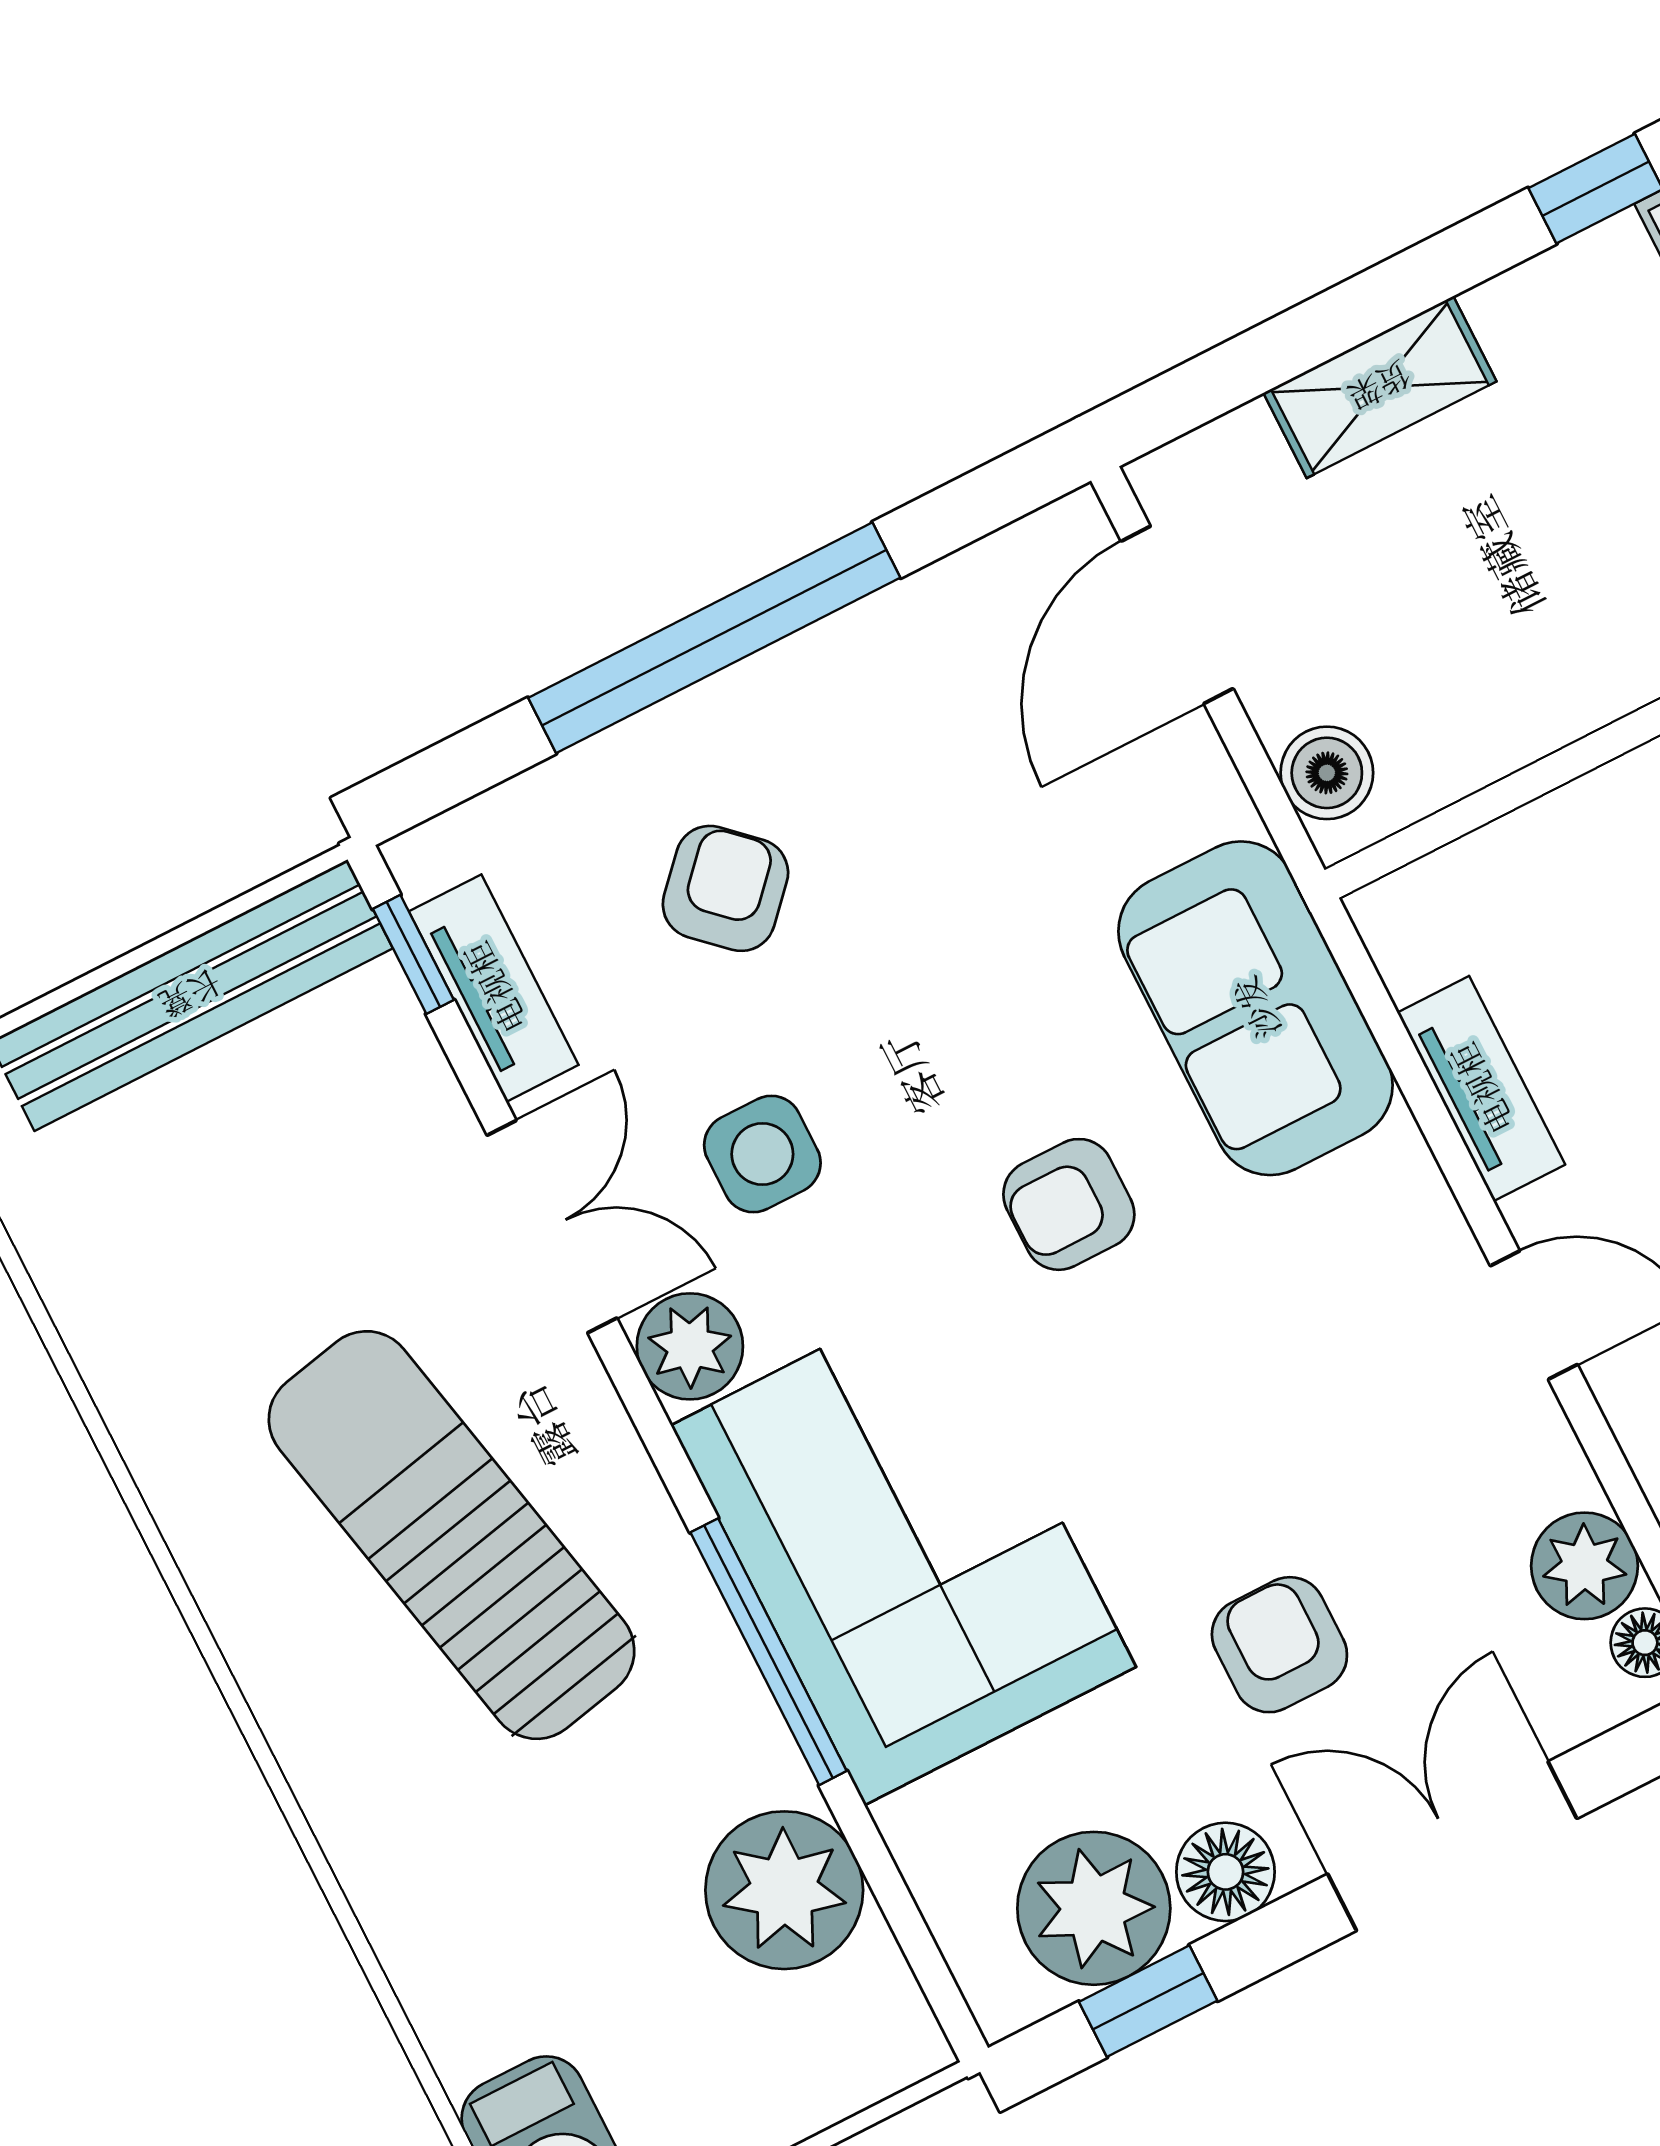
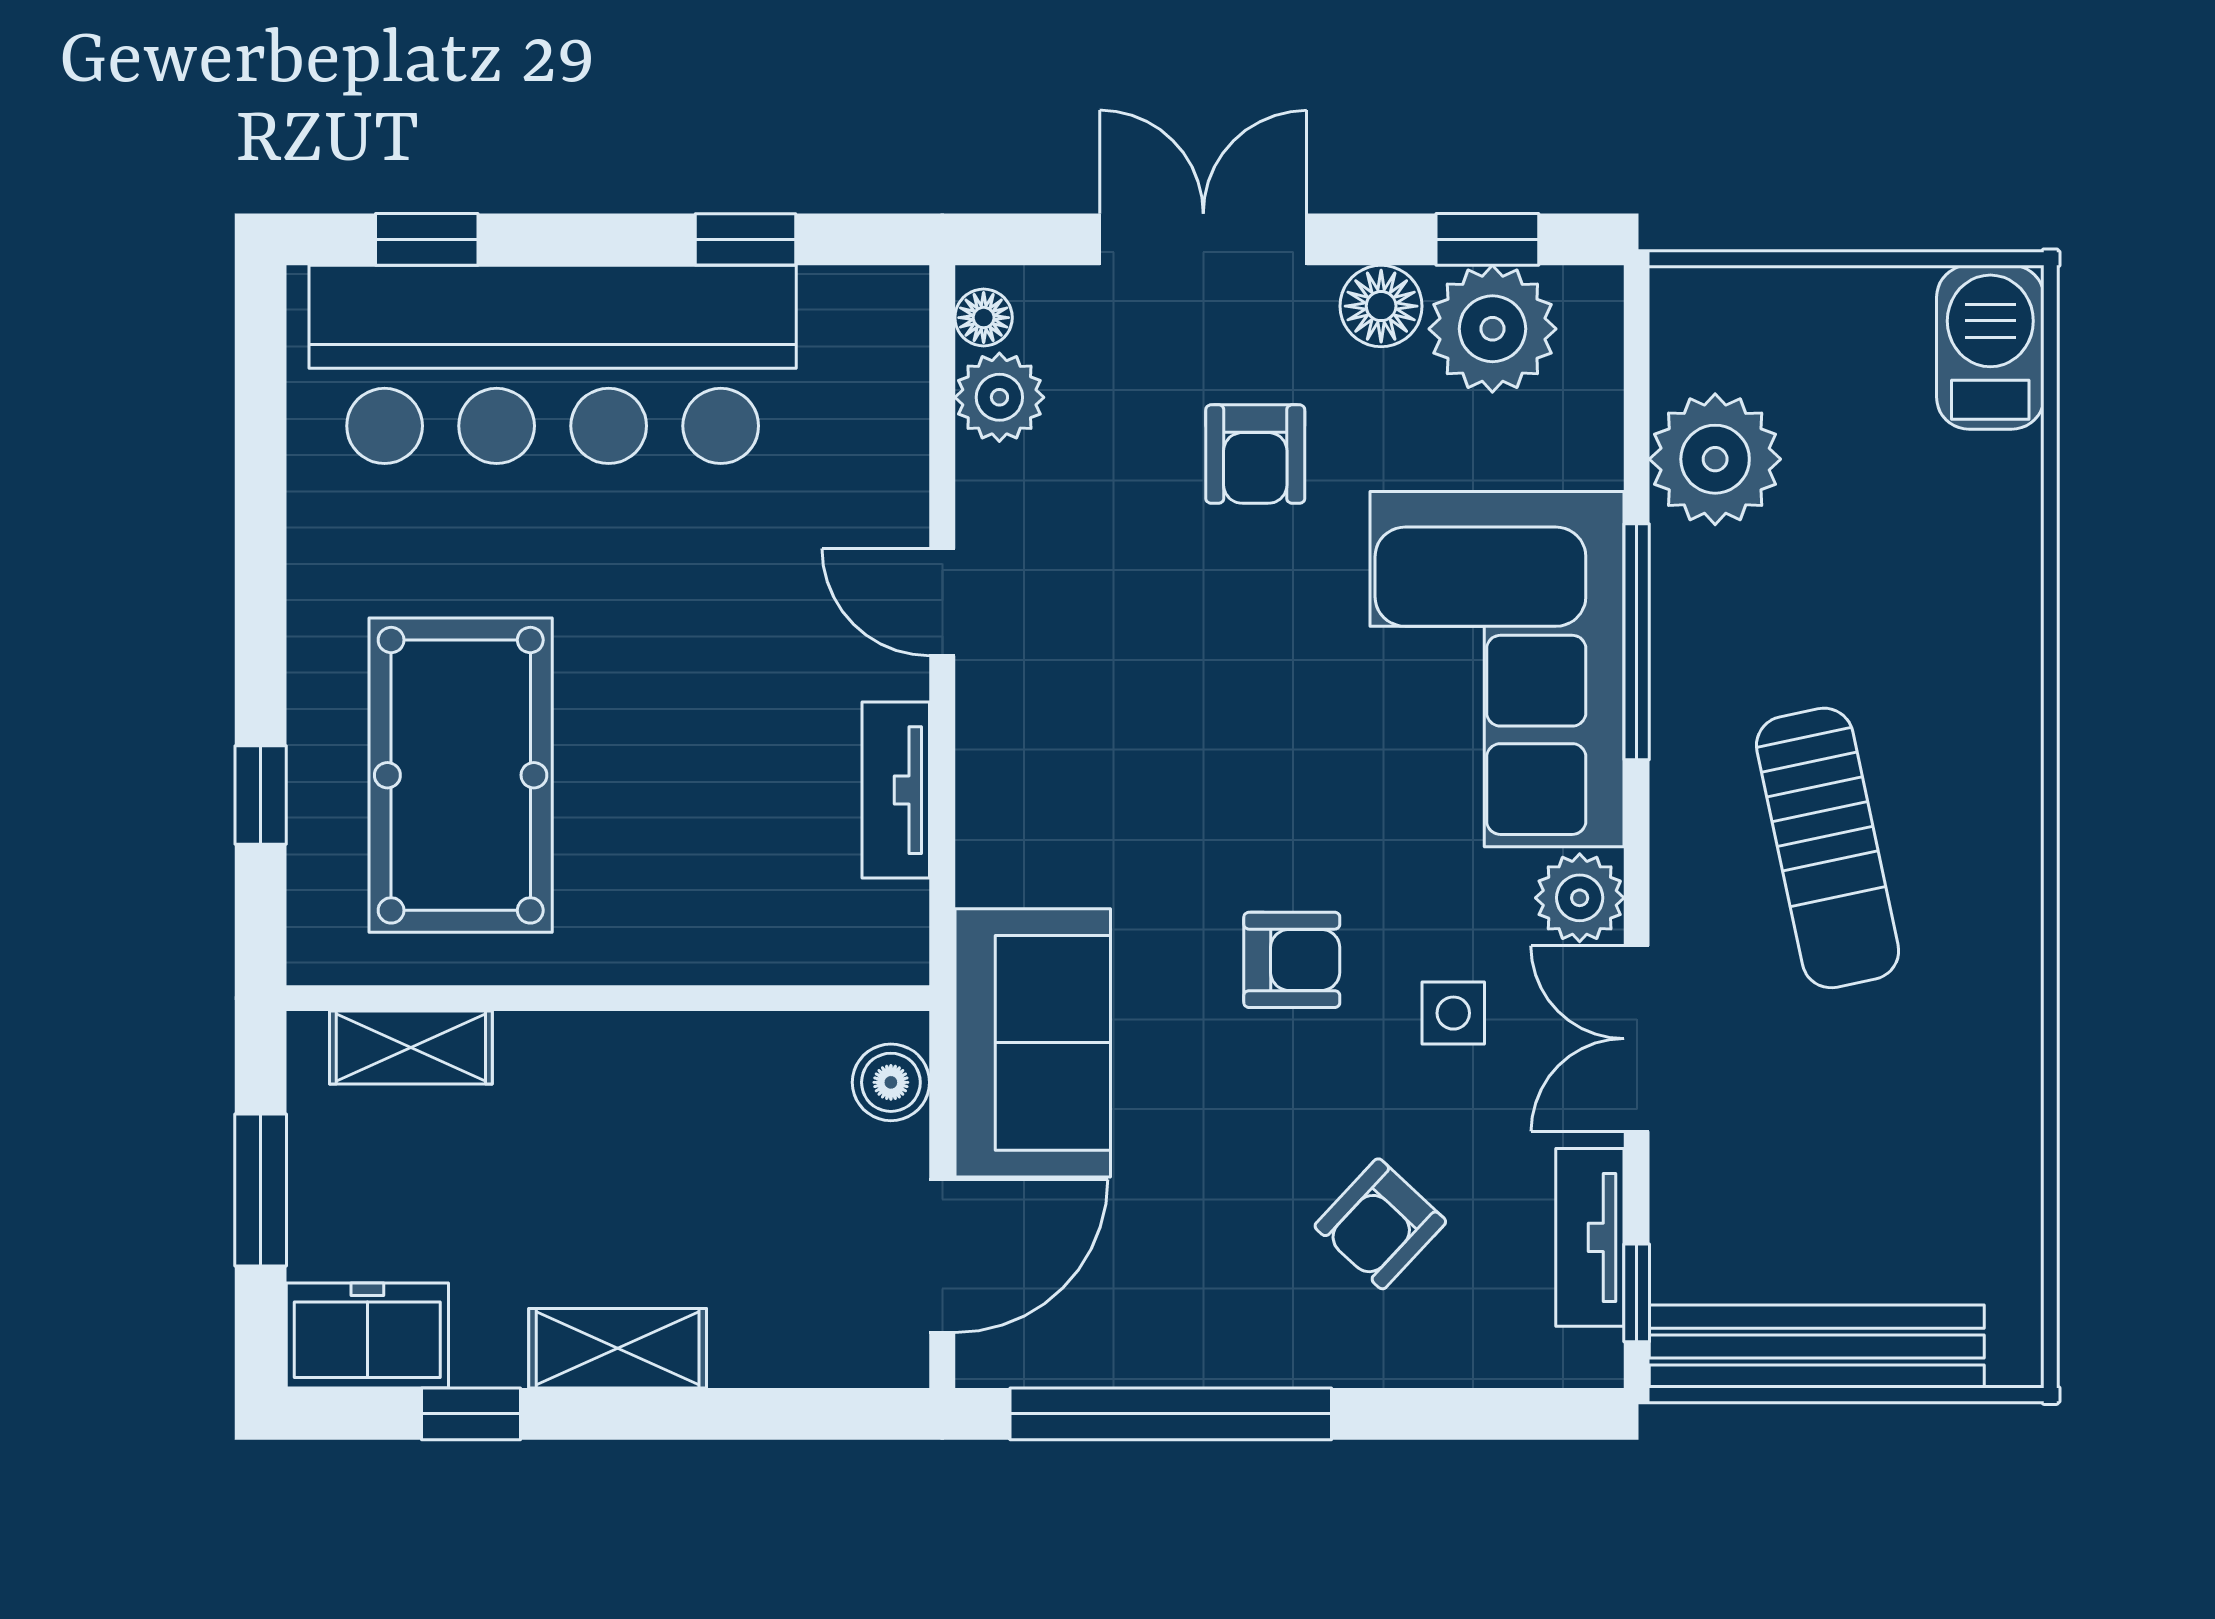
shelving: (1380, 387) -> (618, 1348), moved
window: (714, 638) -> (1171, 1414), moved
sofa: (1255, 1008) -> (1033, 1043), moved
side table: (762, 1154) -> (1453, 1013), width x0.73, depth x0.73
armchair: (1069, 1204) -> (1292, 960), moved
sun lounger: (452, 1535) -> (1828, 848), width x0.73, depth x0.75
double door: (1452, 1846) -> (1203, 239), swing flipped

